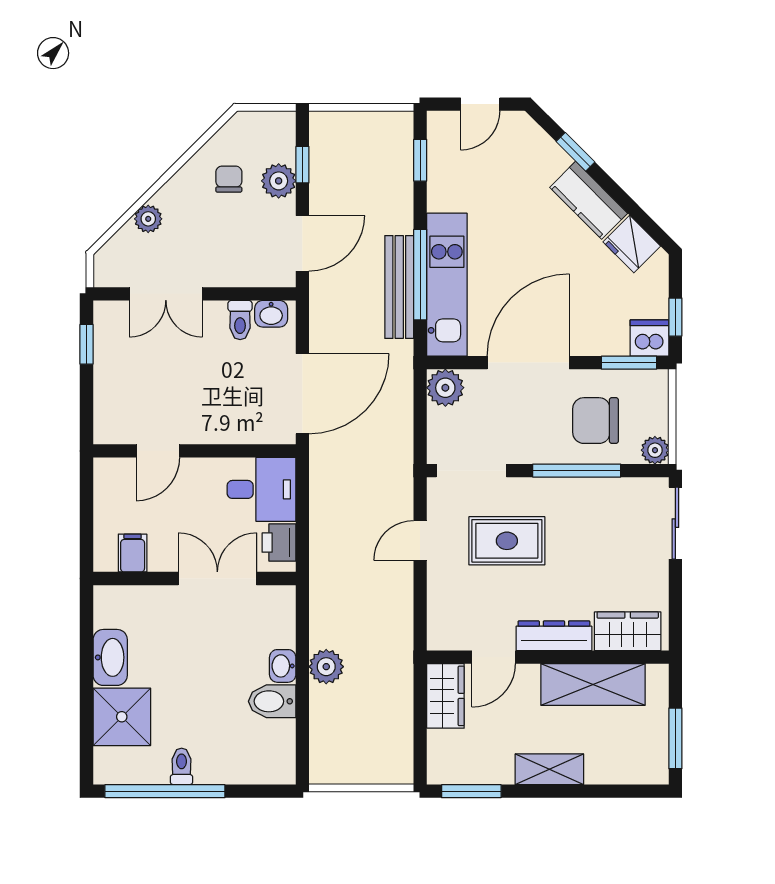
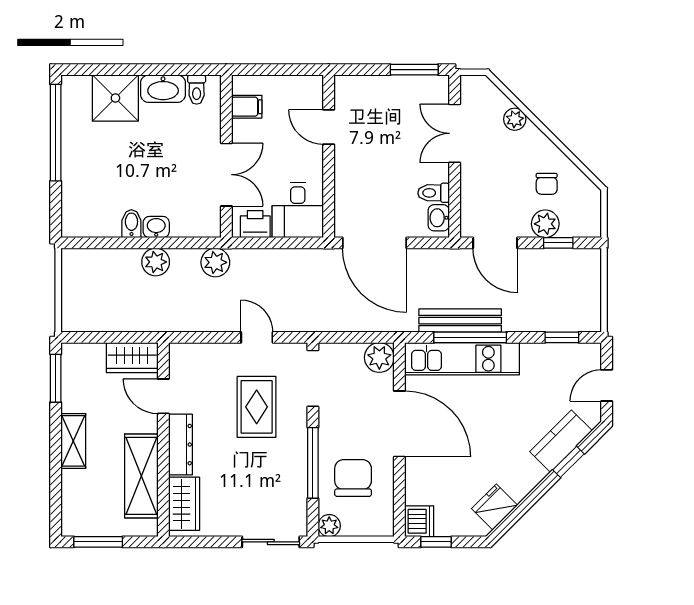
door: (480, 104) -> (607, 385), hinge flipped
chair: (229, 179) -> (547, 184), turned 90
kitchen counter: (589, 200) -> (561, 441), moved
window: (87, 344) -> (414, 70), width x1.50
window: (629, 363) -> (399, 505), removed
plant: (327, 592) -> (215, 262), added
bidet: (272, 701) -> (131, 224), width x0.72, depth x0.74
toilet: (182, 766) -> (197, 90), moved, turned 90

